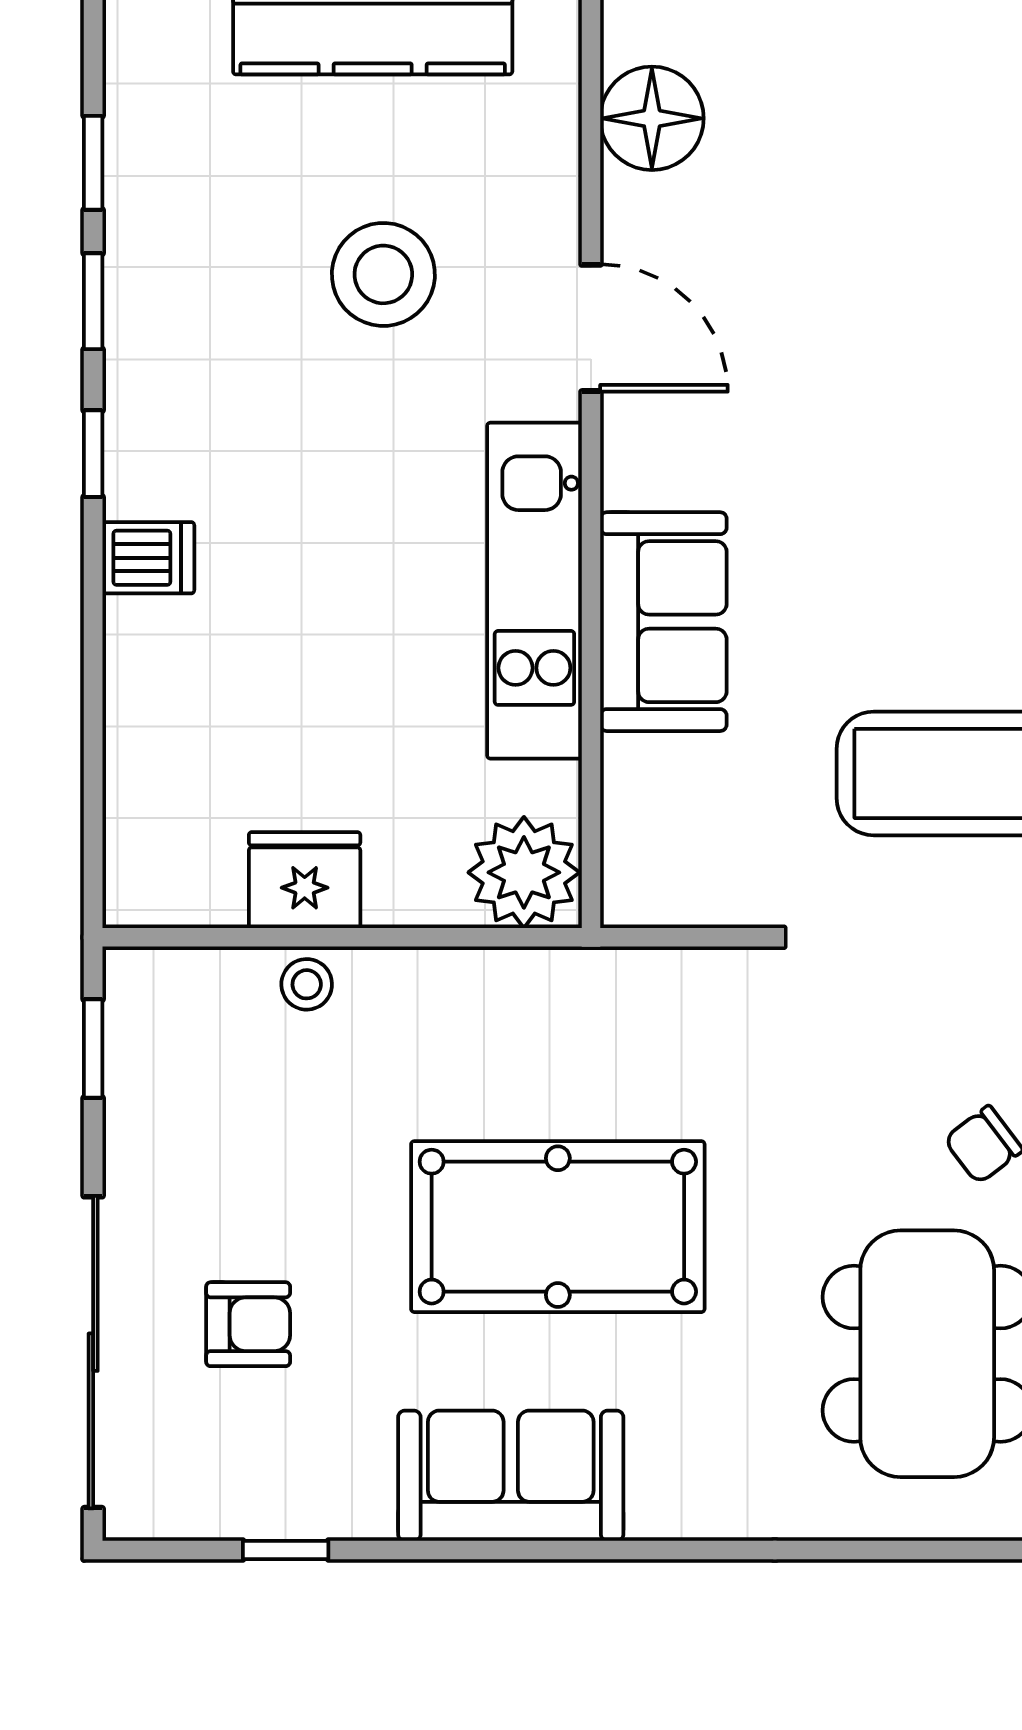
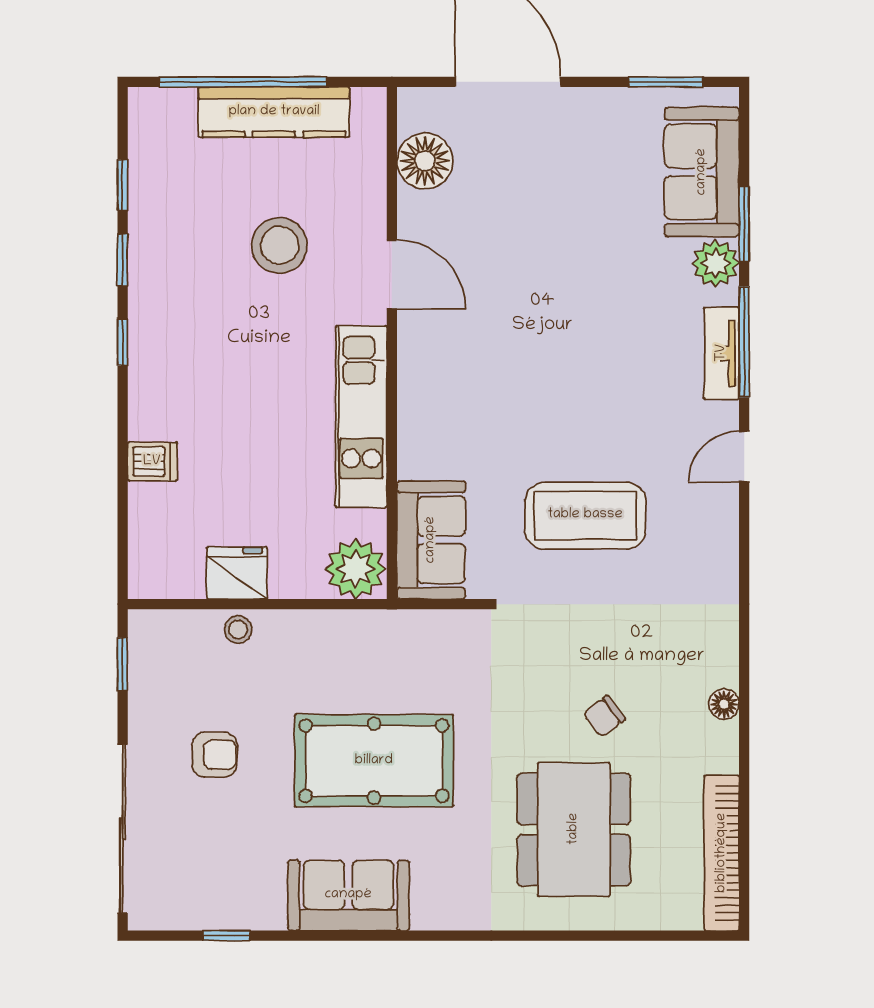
dishwasher: (148, 558) -> (152, 462), moved
sofa: (663, 622) -> (431, 540), moved
armchair: (248, 1324) -> (214, 755), moved

